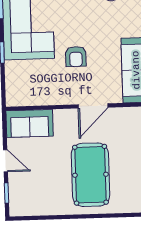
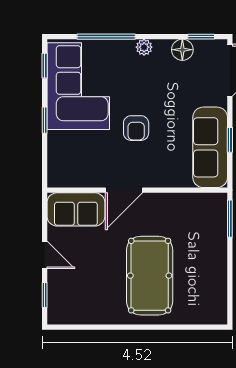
door: (93, 106) -> (124, 190), moved

